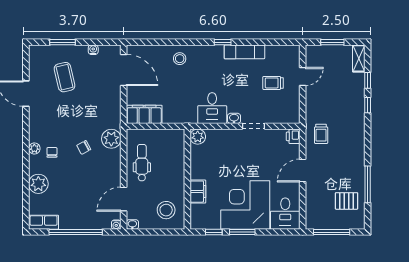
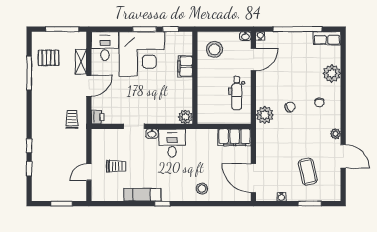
shelving: (359, 58) -> (81, 62), moved
plant: (34, 148) -> (336, 134), moved

